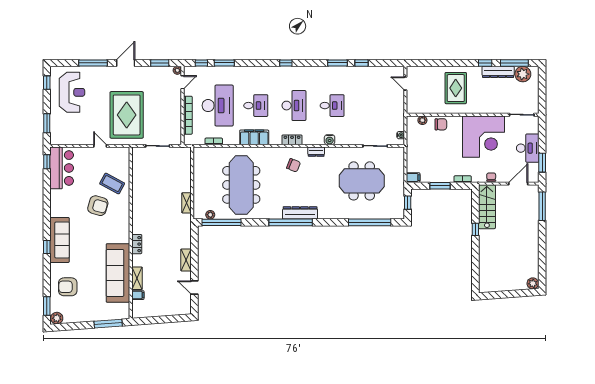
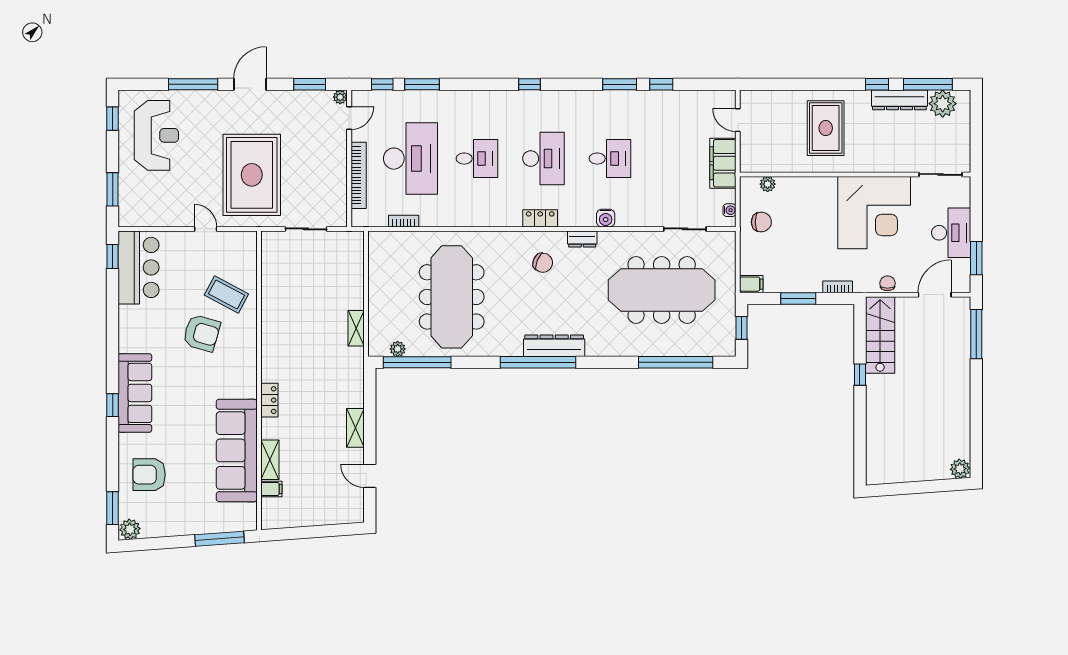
chair: (441, 124) -> (761, 222), moved
filing cabinet: (254, 137) -> (723, 163), moved, turned -90
meeting table: (362, 181) -> (662, 290), width x1.36

